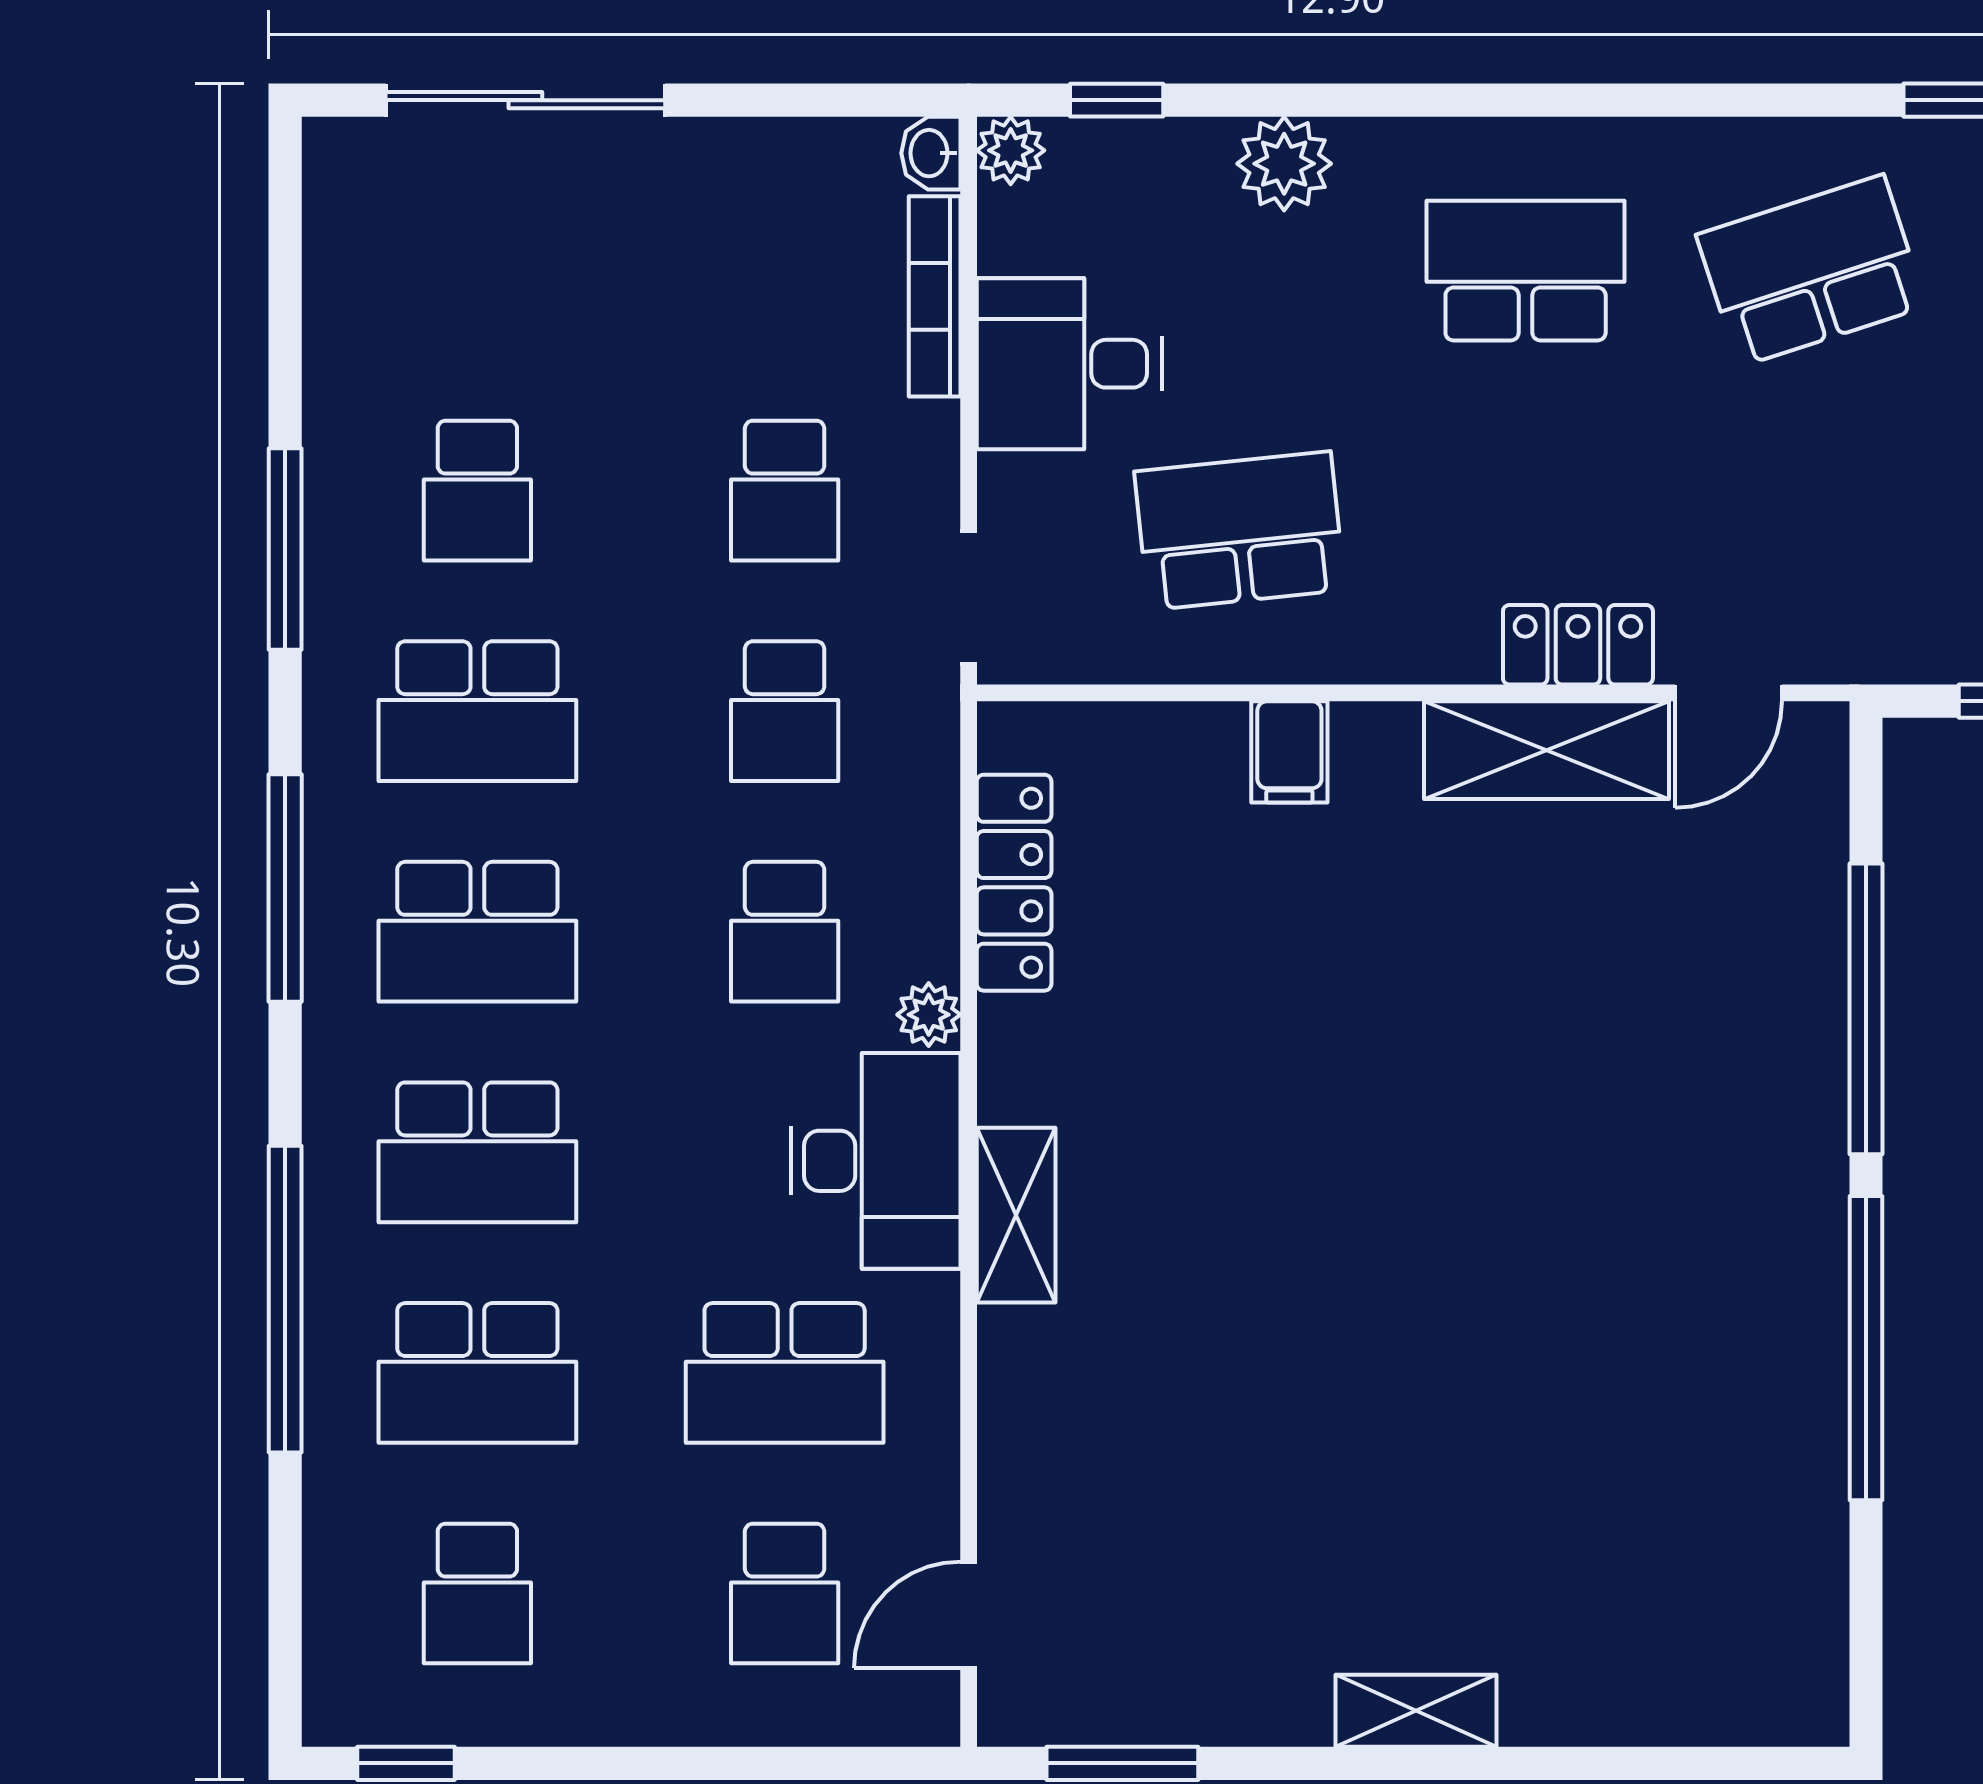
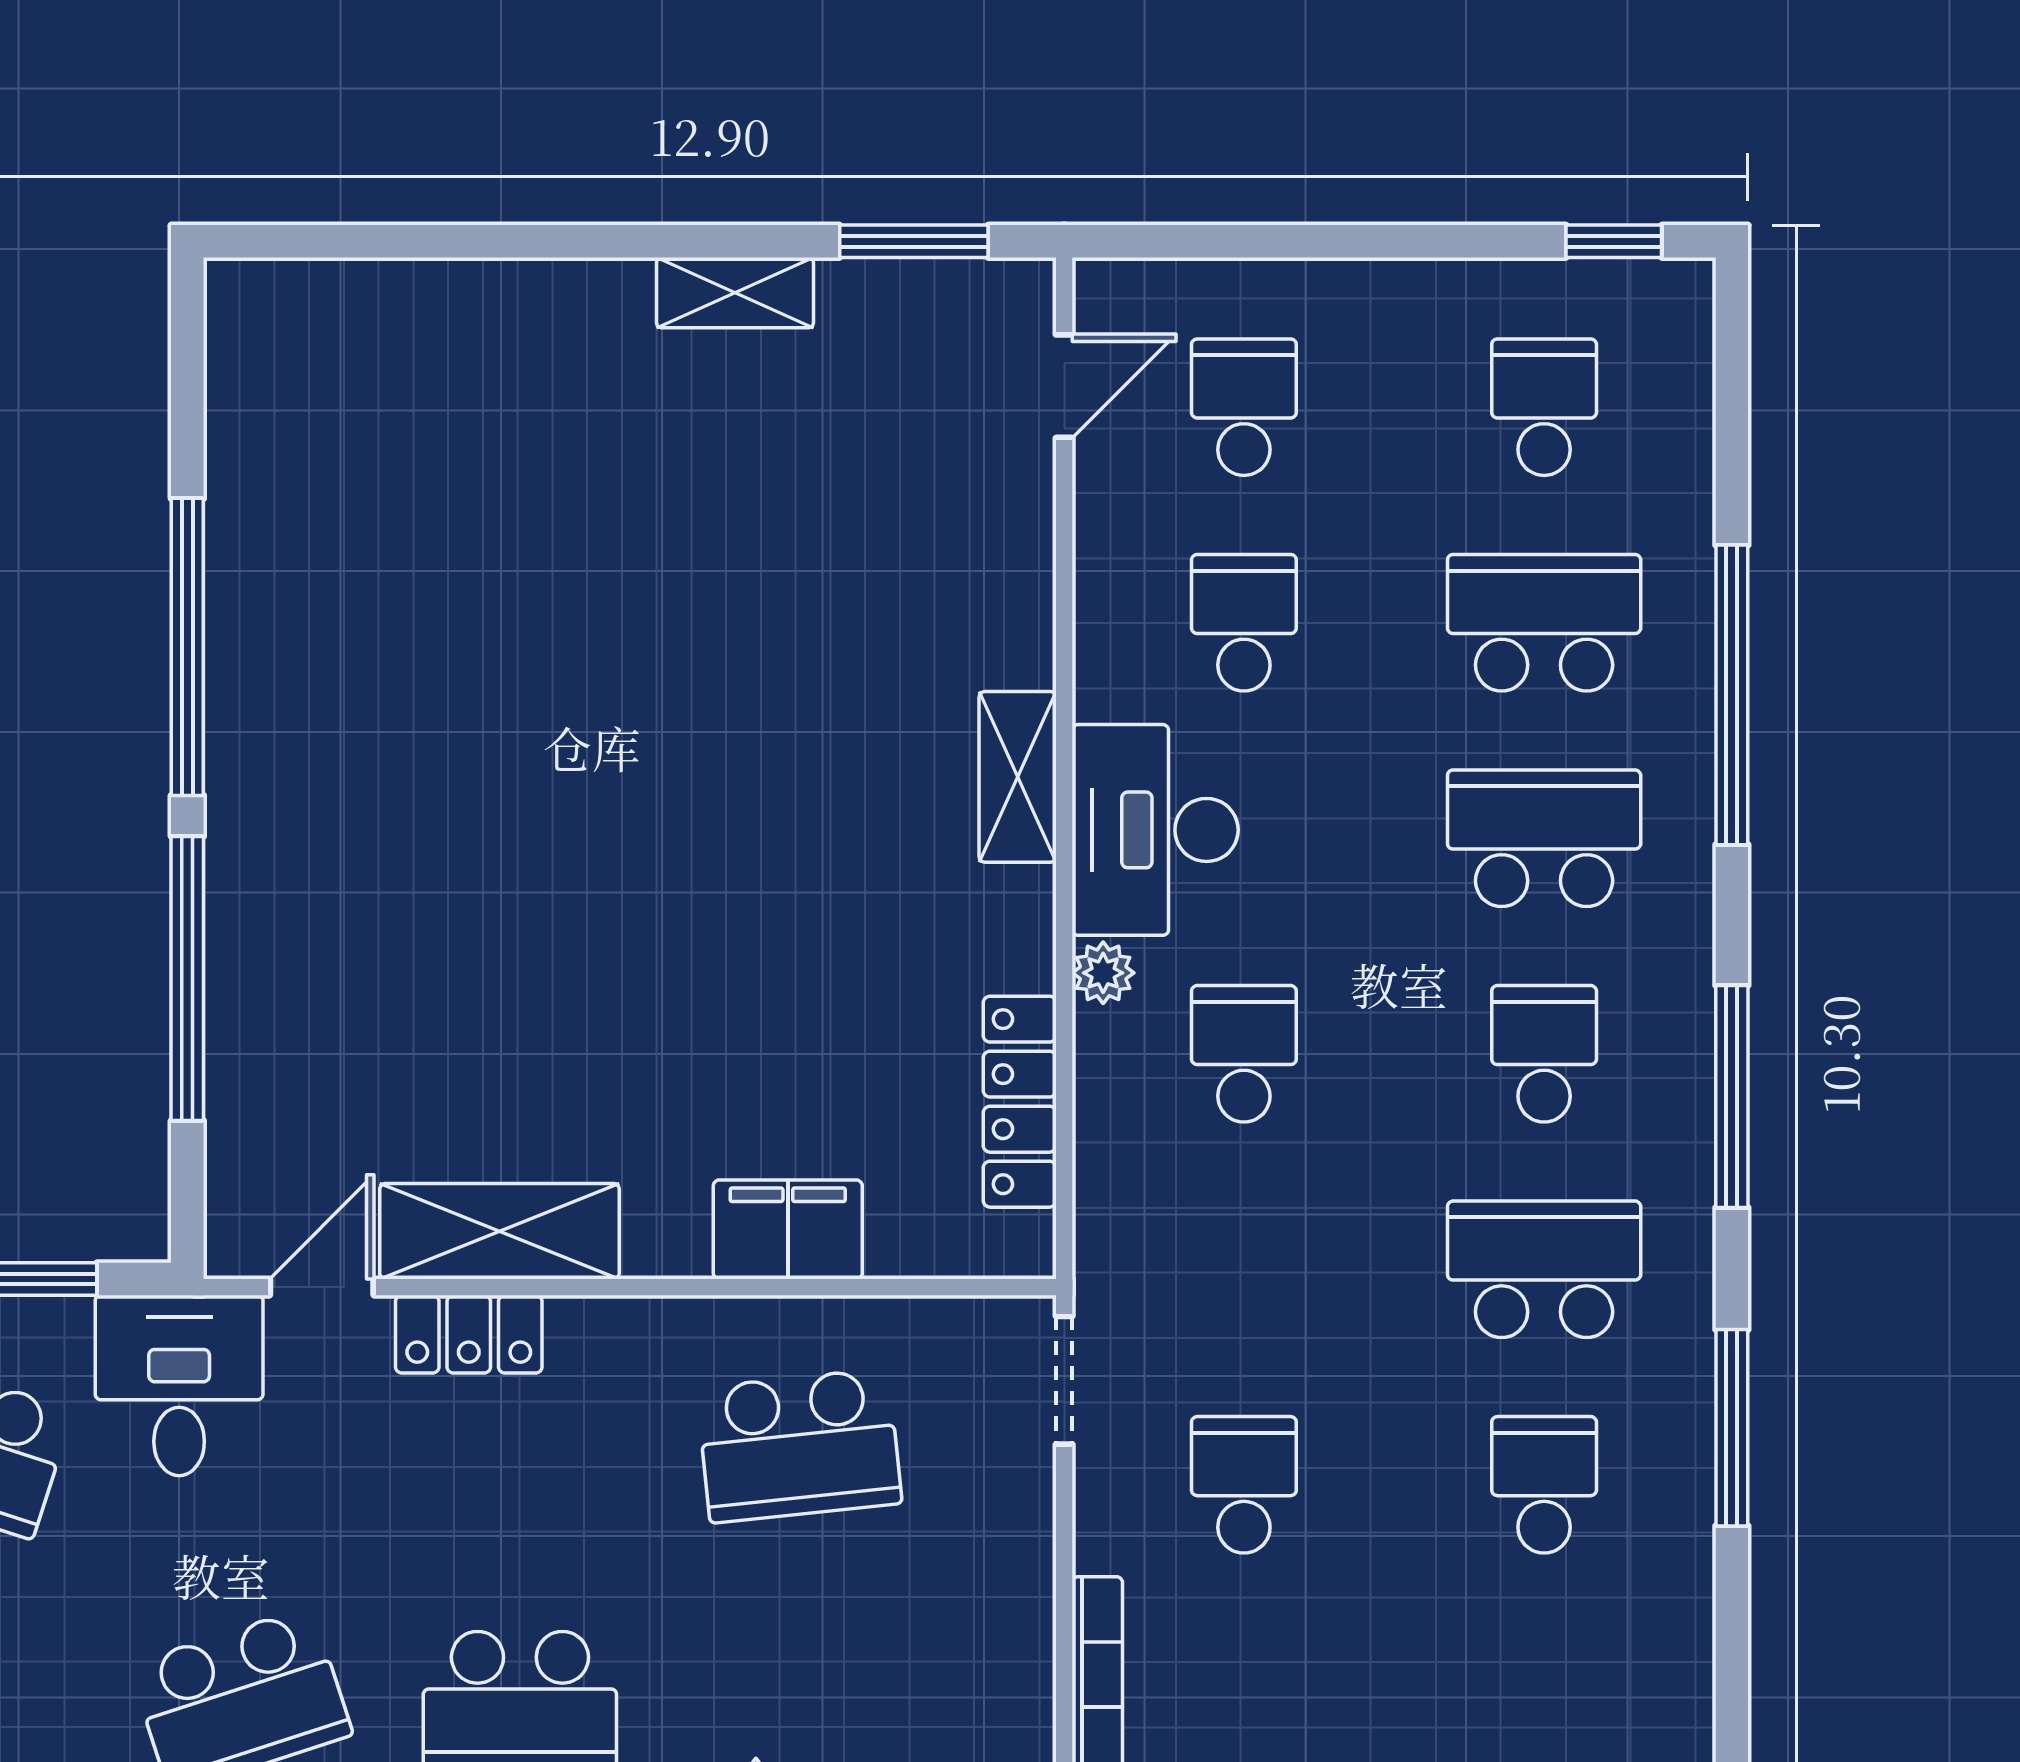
desk: (1069, 364) -> (179, 1385), moved, turned -90
school desk: (785, 711) -> (1244, 1269), removed
filing cabinet: (1289, 752) -> (788, 1229), width x2.00
school desk: (477, 932) -> (1544, 1054), width x0.54
school desk: (785, 1373) -> (1244, 623), width x0.54
shelving: (1416, 1711) -> (735, 293), moved

